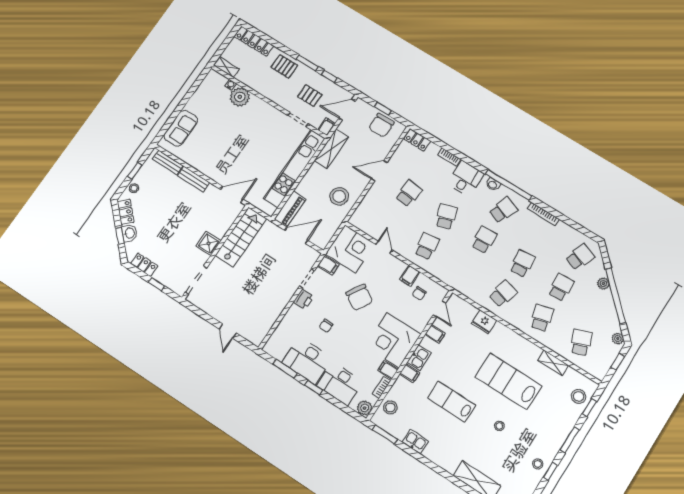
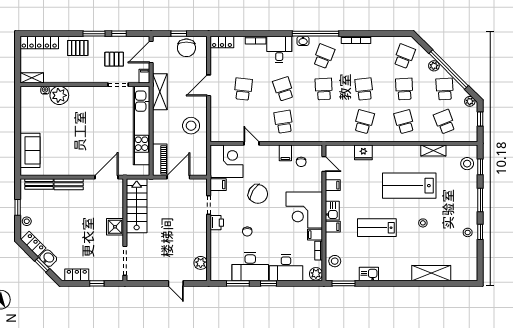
school desk: (600, 312) -> (445, 89), added
plant: (263, 327) -> (201, 263), added

